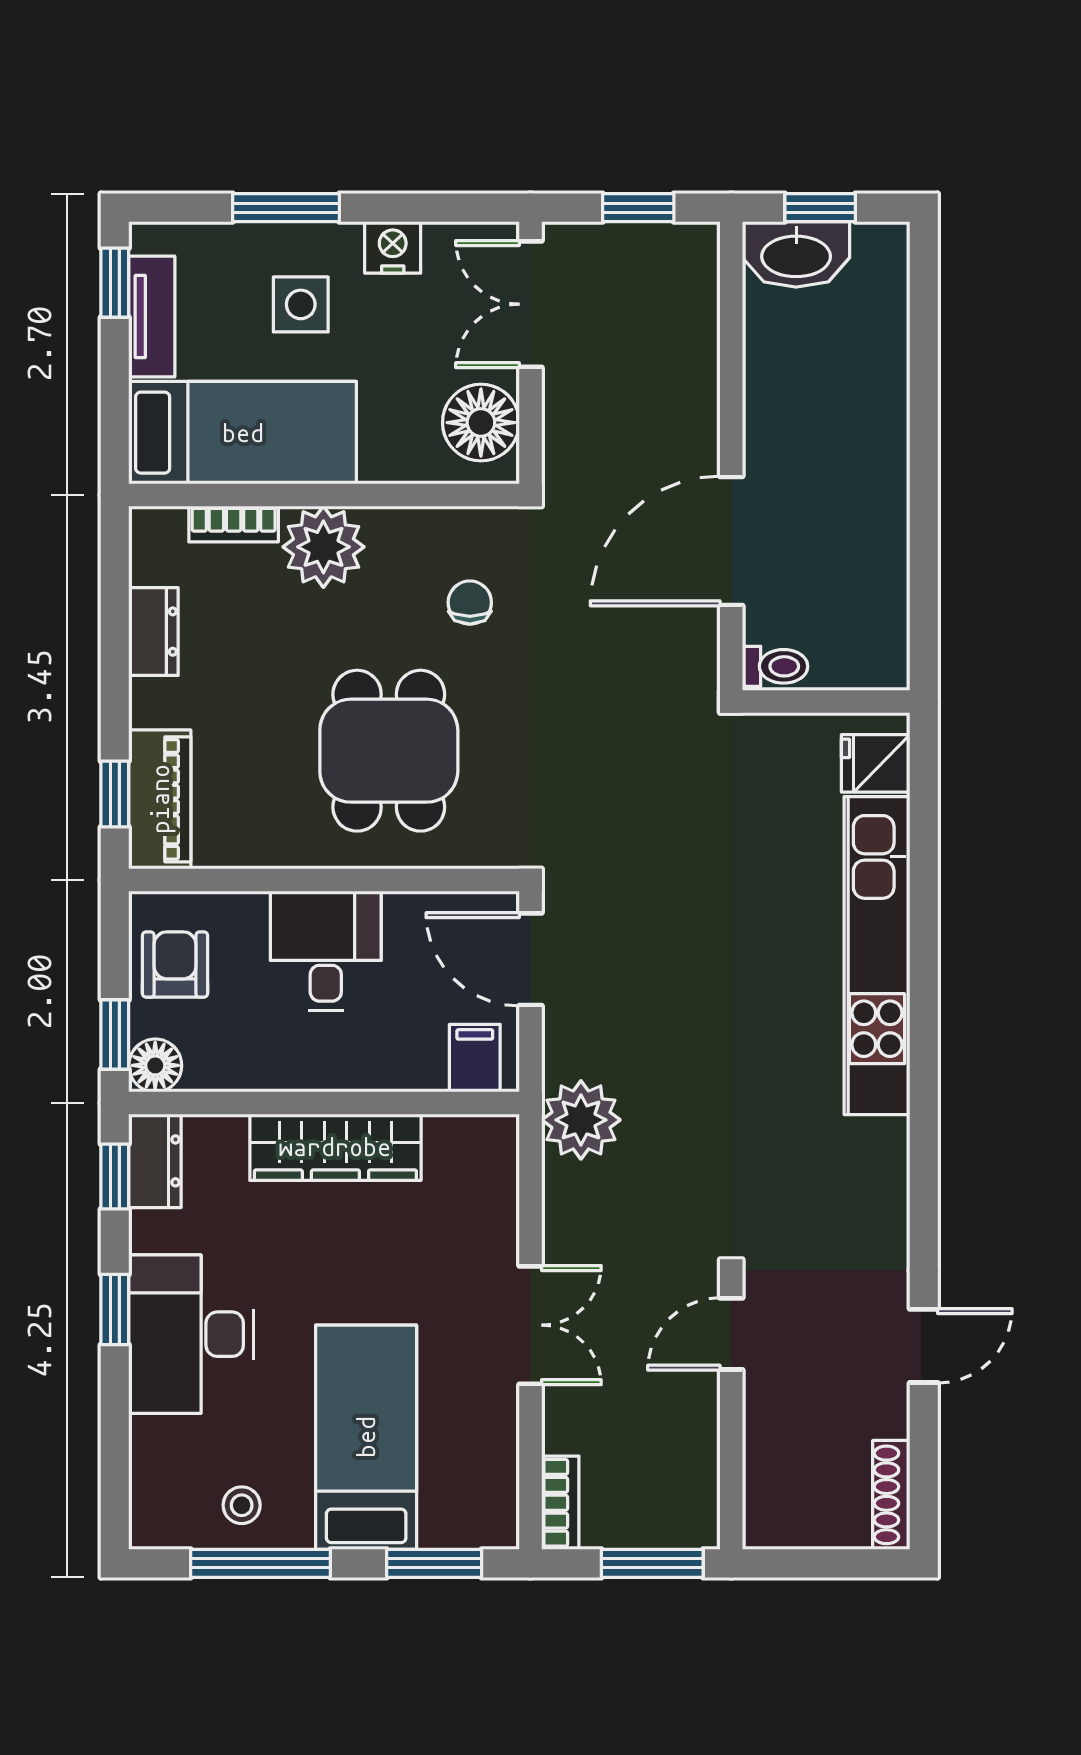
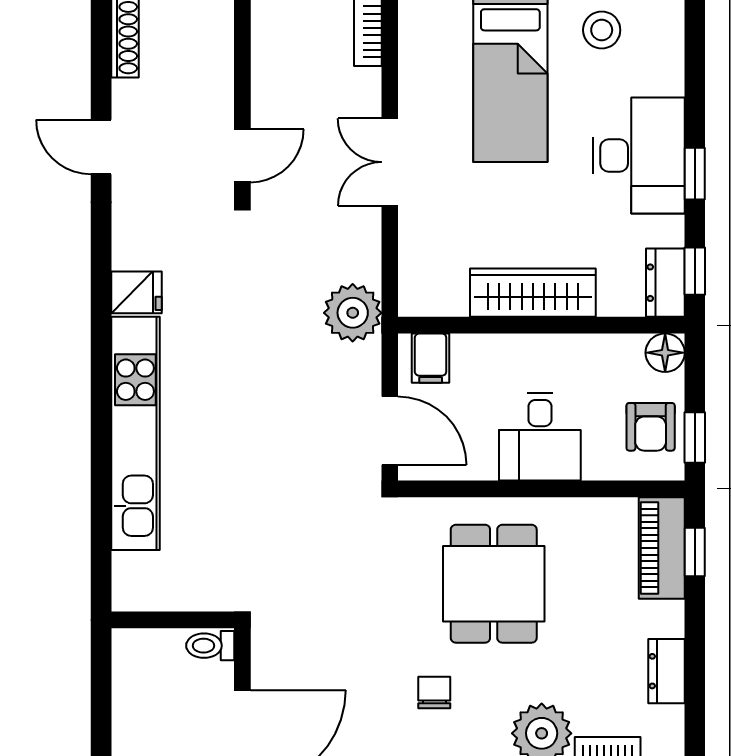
chair: (470, 603) -> (434, 692), turned 180
fridge: (876, 763) -> (136, 292), moved
window: (115, 1035) -> (695, 437), moved
door: (924, 1346) -> (101, 147), hinge flipped
stool: (242, 1505) -> (602, 30), width x1.37, depth x1.37

